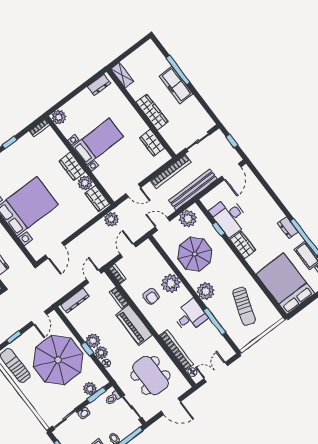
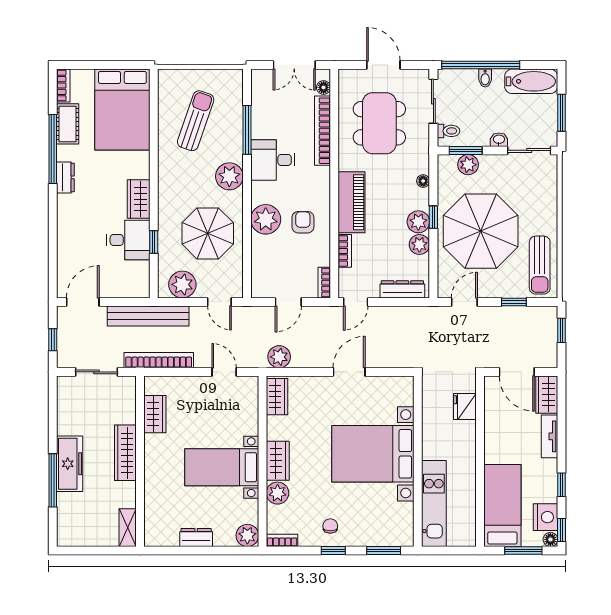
dresser: (99, 85) -> (196, 538), moved
chair: (21, 154) -> (330, 526), added
plant: (85, 183) -> (278, 493), moved
desk: (229, 217) -> (128, 240), width x0.73
door: (55, 250) -> (349, 372), moved
plant: (101, 353) -> (419, 245), moved

